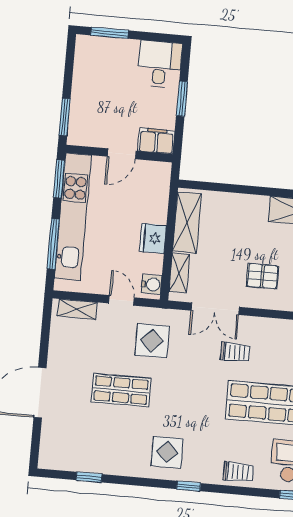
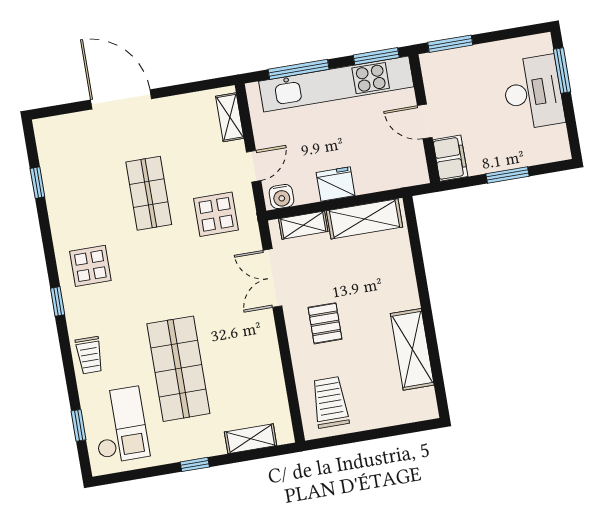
desk: (160, 64) -> (533, 92), moved, width x1.37
trolley: (235, 352) -> (228, 315), removed

